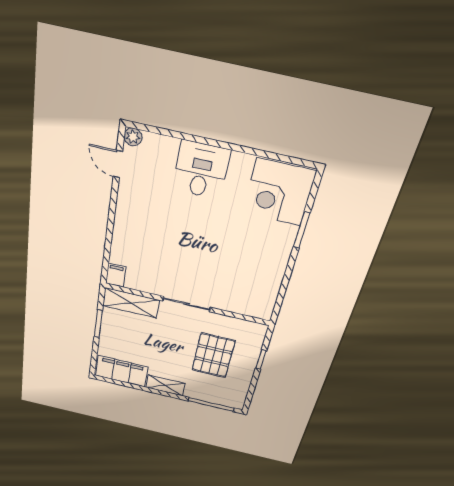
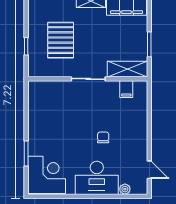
plant: (133, 137) -> (125, 189), moved
desk: (201, 170) -> (97, 178), width x1.37
chair: (180, 226) -> (103, 137), added
filing cabinet: (116, 275) -> (126, 89), moved

